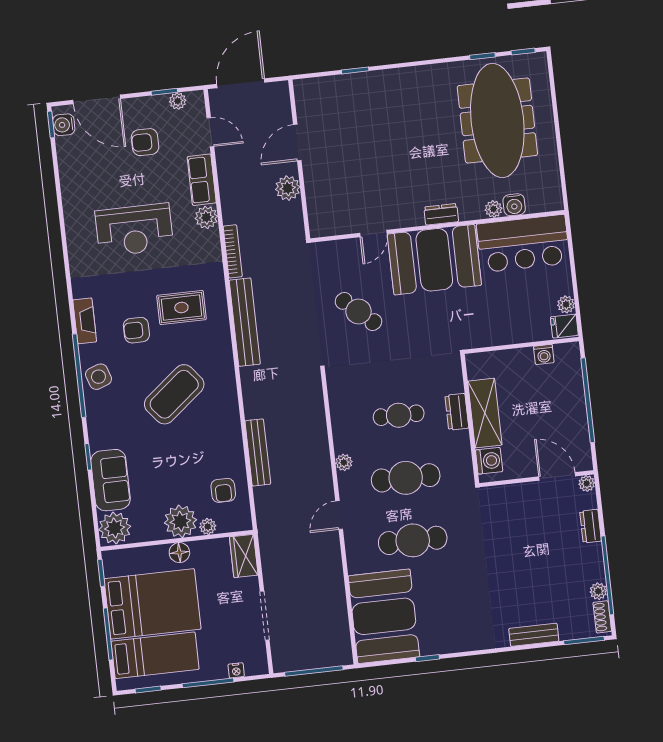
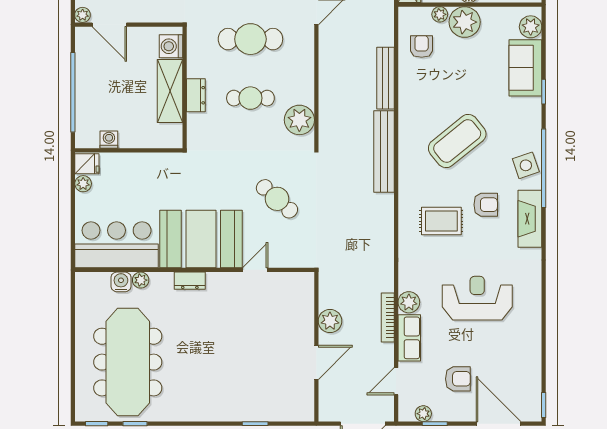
water cooler: (64, 125) -> (532, 403), removed
door: (210, 132) -> (396, 381), hinge flipped
bookcase: (233, 251) -> (388, 318), moved
fireplace: (85, 321) -> (530, 219), width x1.37, depth x1.32
bench: (245, 322) -> (384, 152), moved
plant: (344, 462) -> (299, 120), moved, width x1.87, depth x1.87
plant: (115, 528) -> (531, 27), width x0.73, depth x0.73

